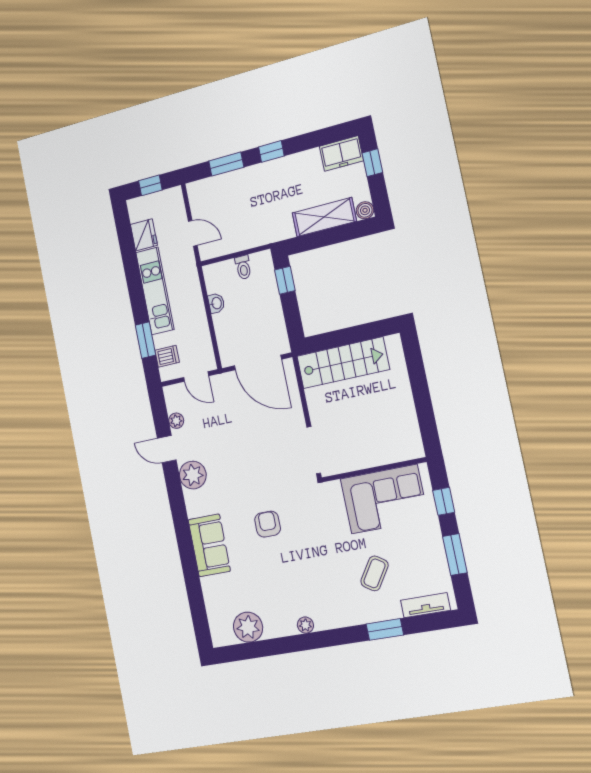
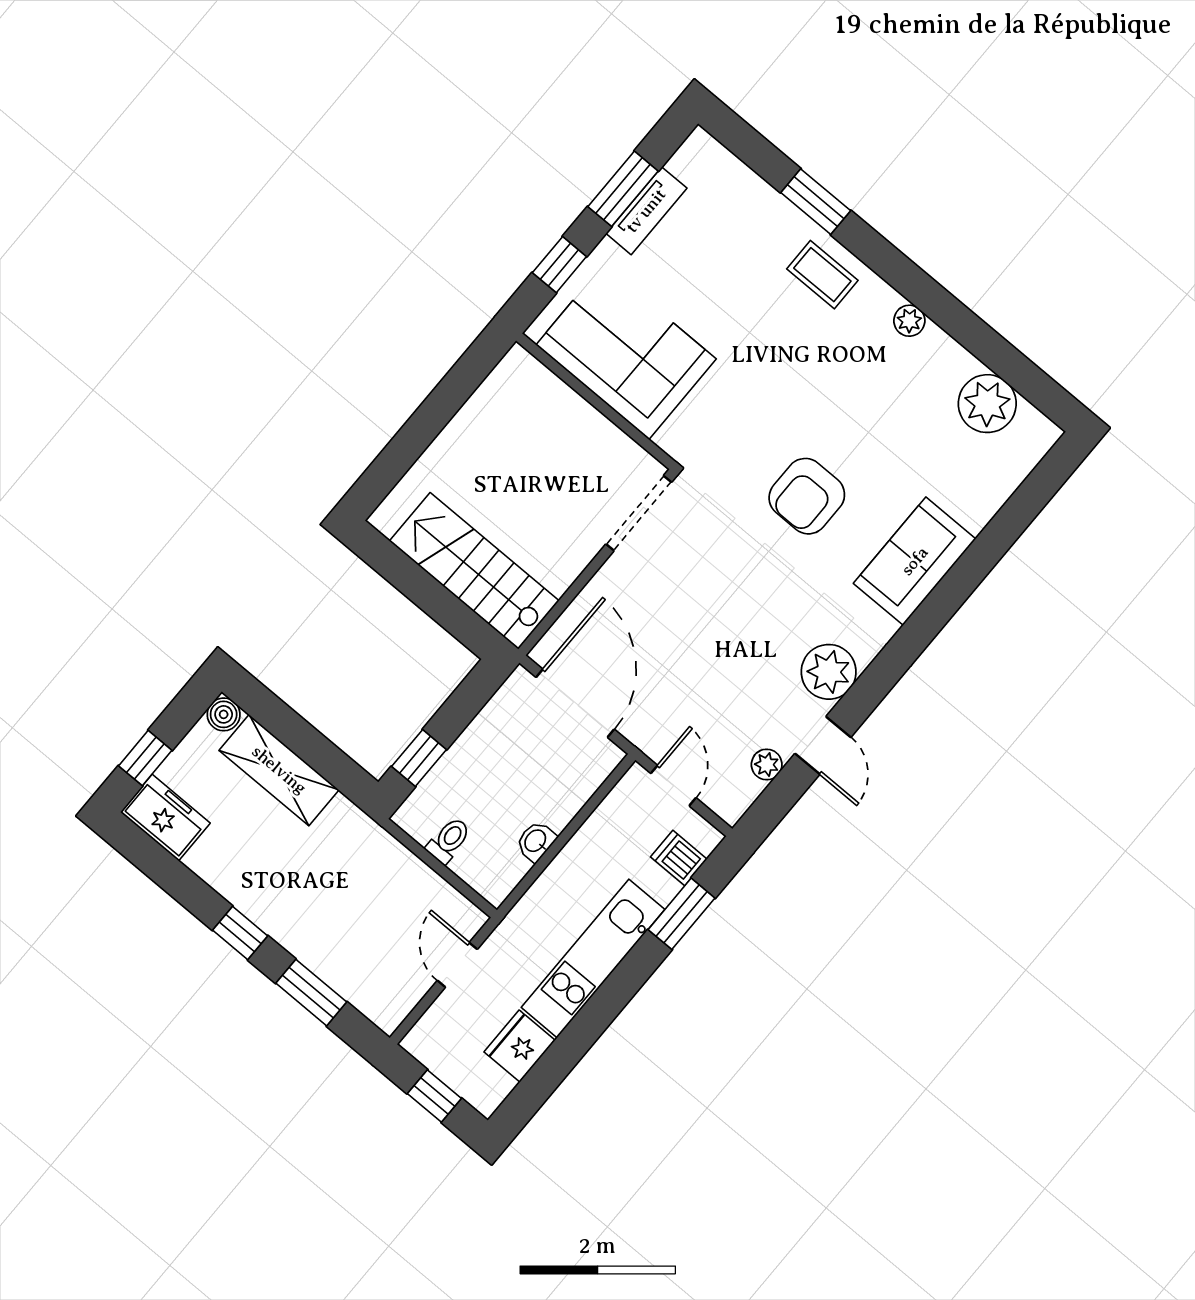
armchair: (268, 524) -> (807, 496), width x1.38, depth x1.38
coffee table: (375, 573) -> (822, 275), moved, turned 57
tv unit: (425, 605) -> (646, 211), moved, turned -90

